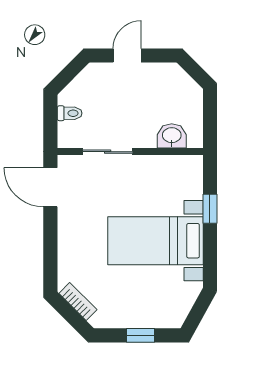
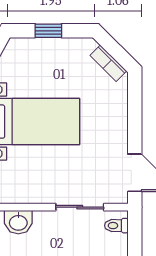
toilet: (70, 113) -> (116, 226), moved

